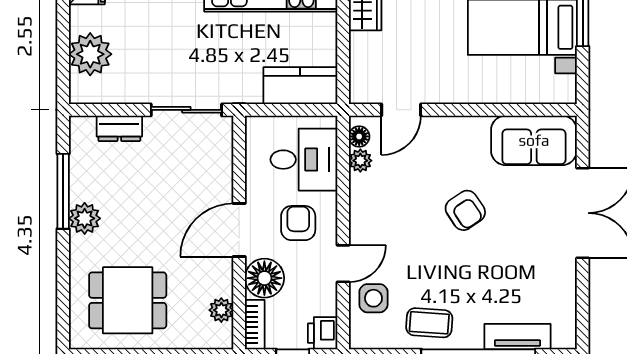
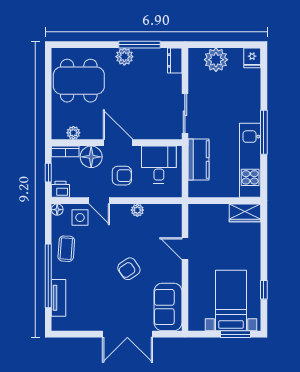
kitchen counter: (300, 86) -> (198, 159), moved
door: (401, 110) -> (185, 249), moved
dresser: (119, 128) -> (175, 60), moved
floor lamp: (359, 136) -> (57, 210), moved
desk: (304, 160) -> (159, 165), moved, turned 180
plant: (360, 161) -> (137, 210), moved
dining table: (128, 300) -> (79, 81), width x1.38

